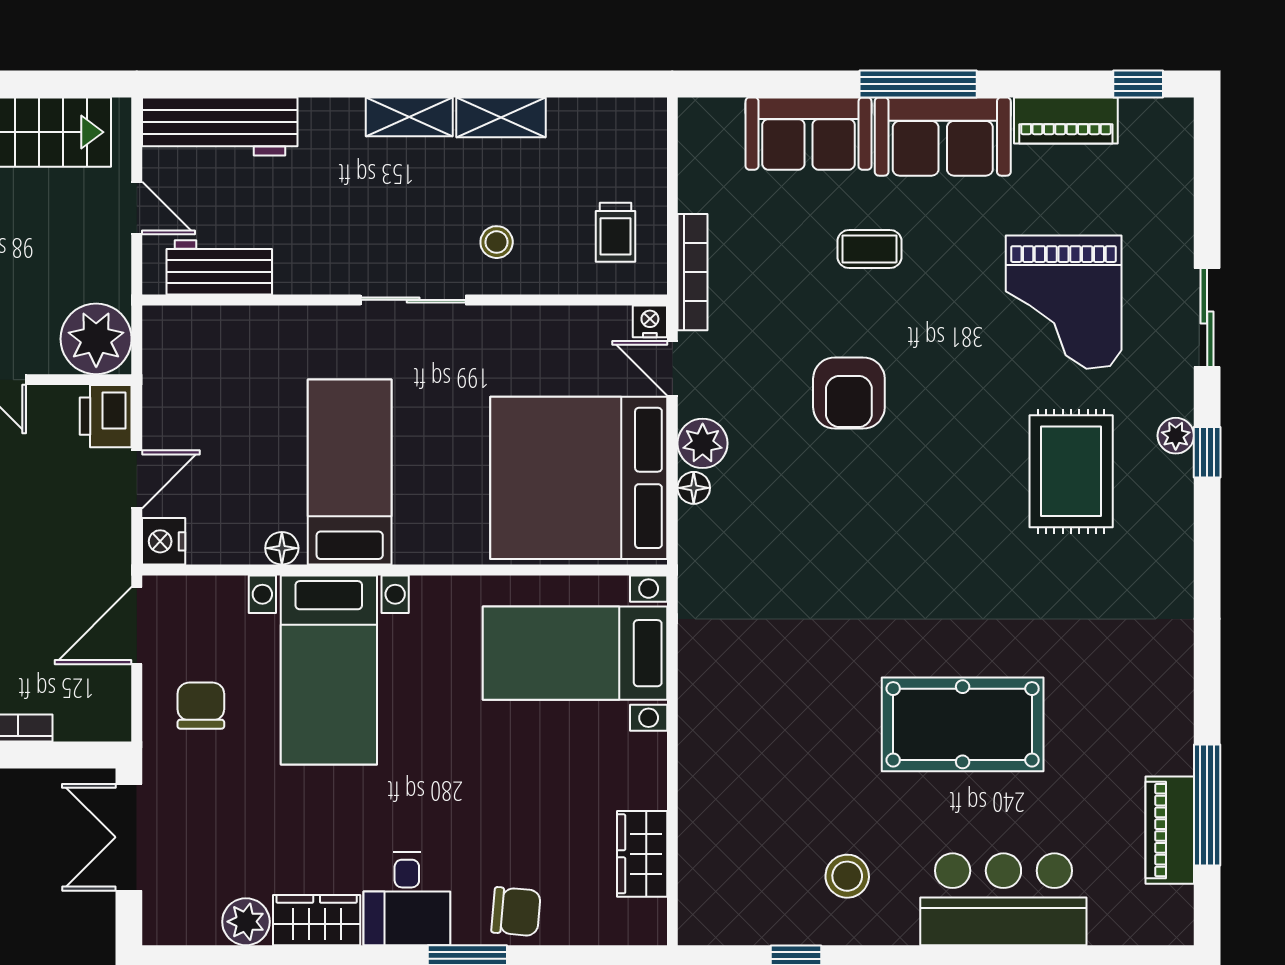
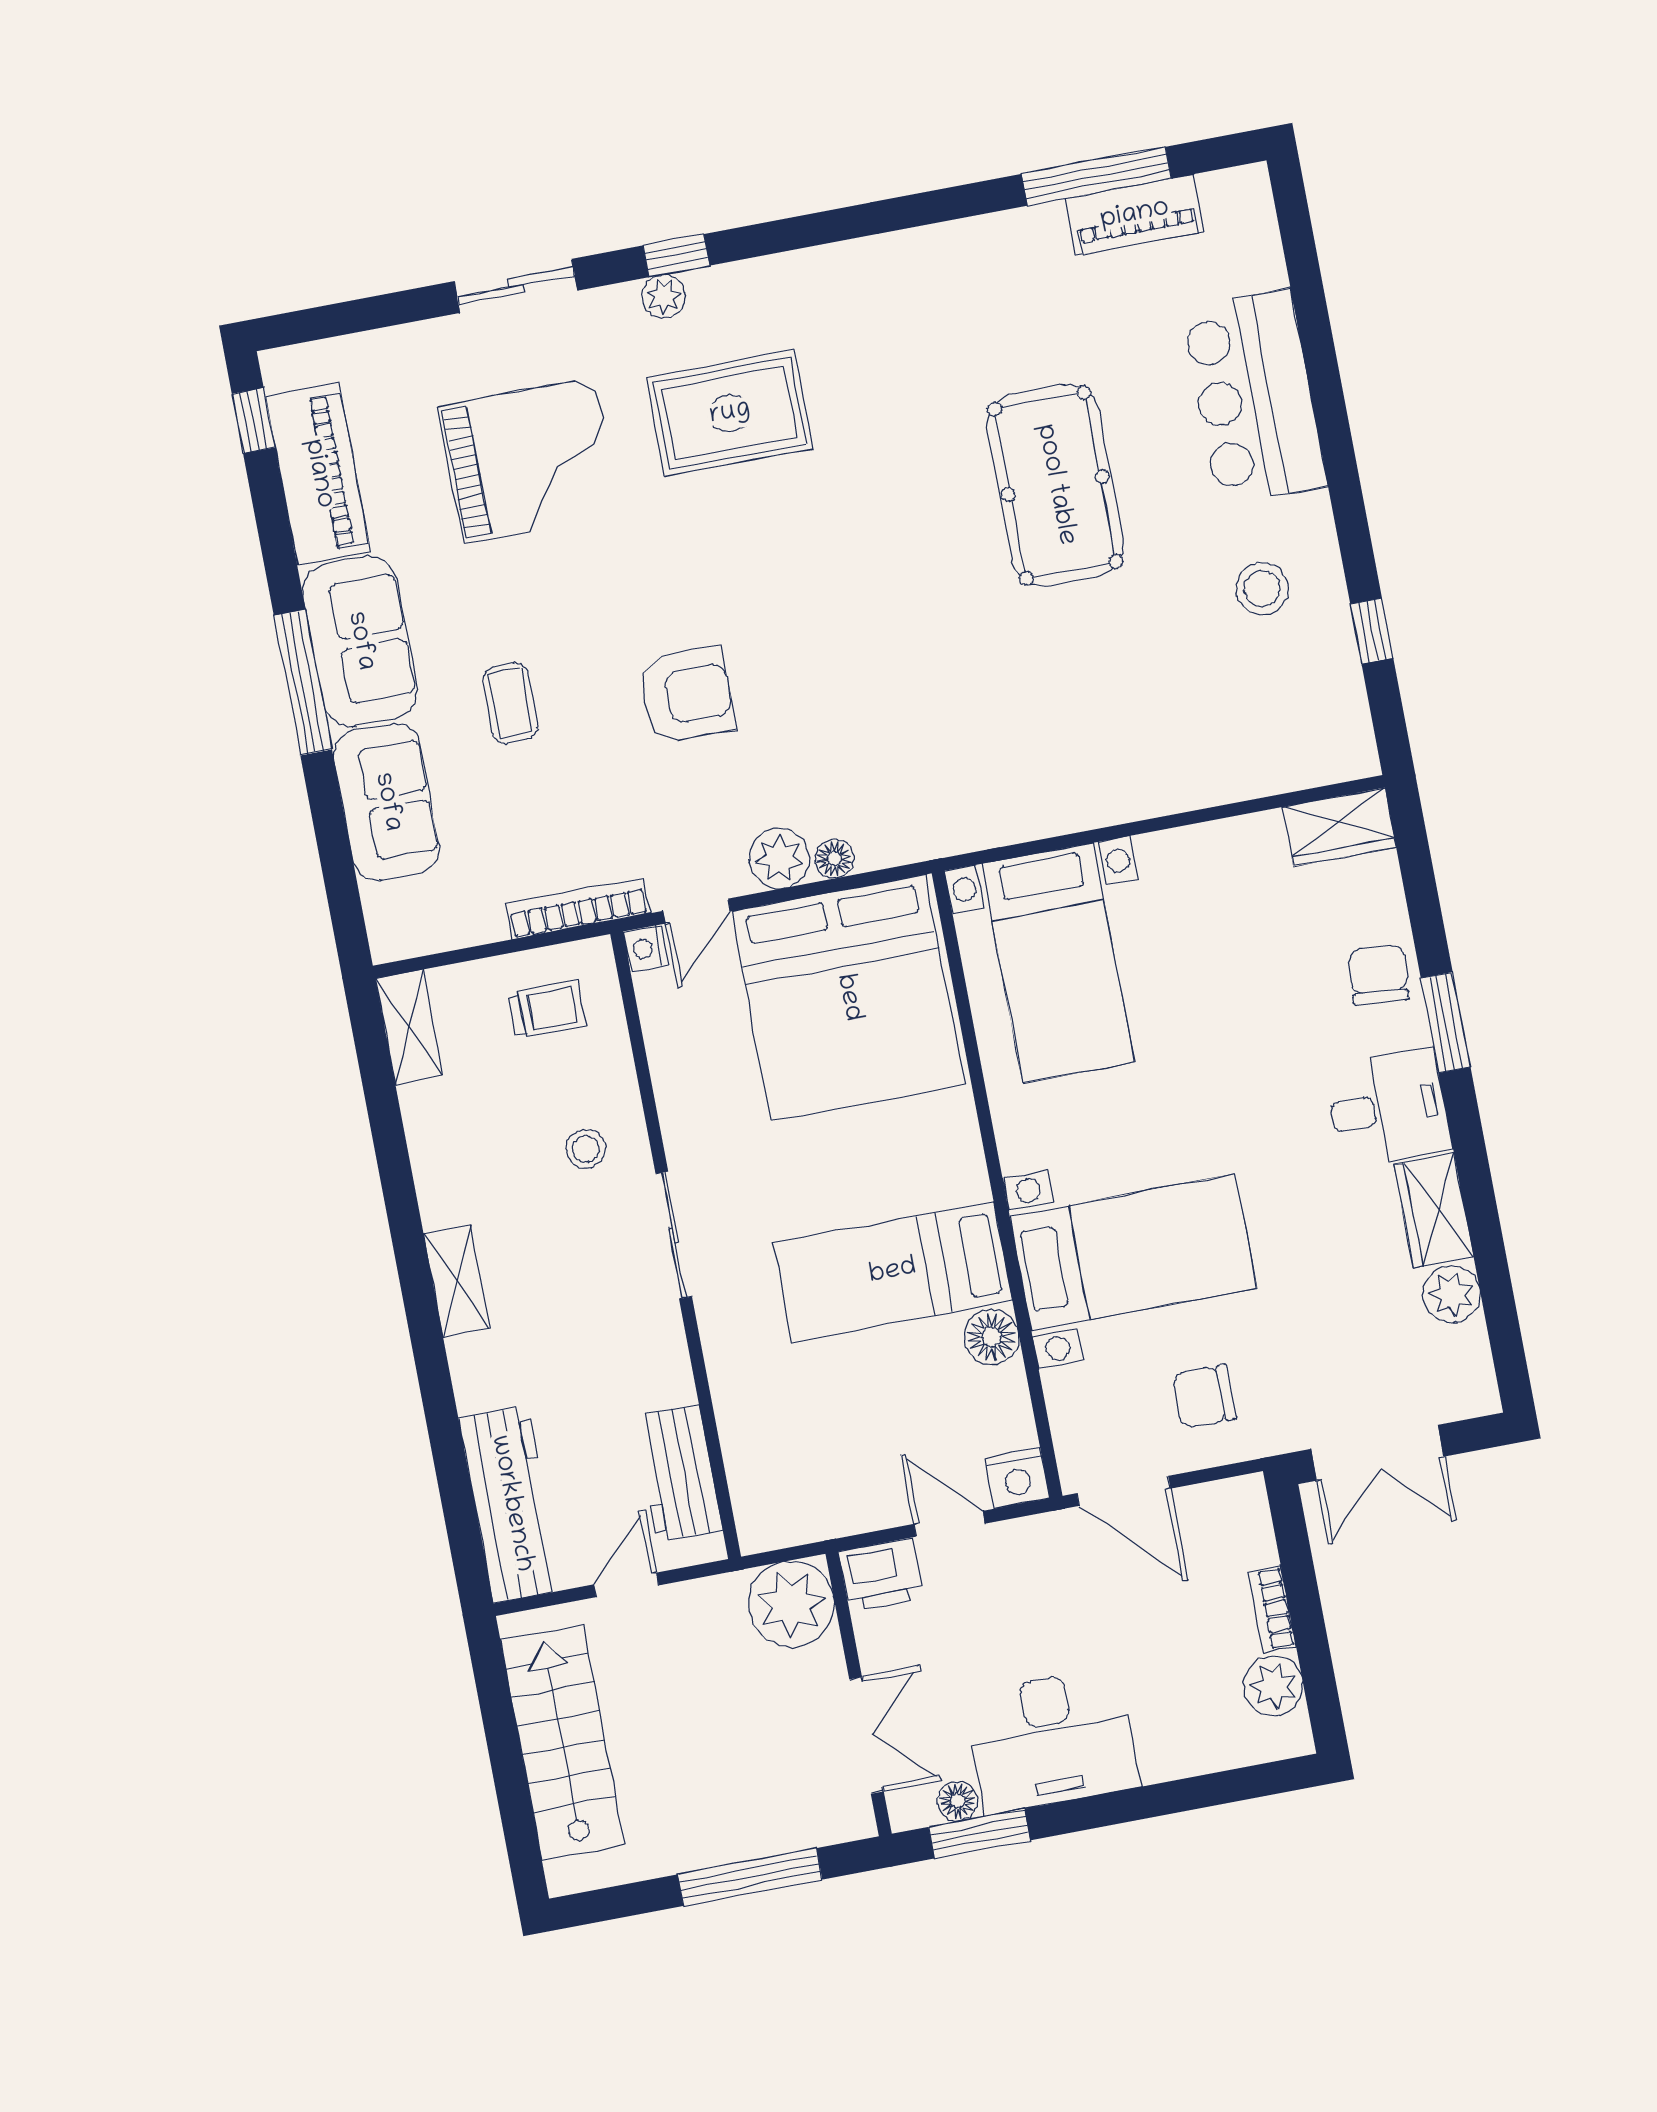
shelving: (501, 117) -> (409, 1027), moved
piano: (1066, 120) -> (318, 474), width x1.37, depth x1.33
floor lamp: (282, 548) -> (992, 1337), width x1.37, depth x1.37
wardrobe: (642, 854) -> (1339, 827), moved

